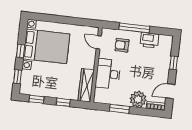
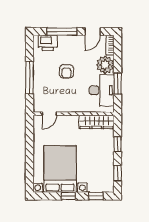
printer: (149, 40) -> (48, 43), moved, turned 90
armchair: (122, 45) -> (66, 71), moved
window: (174, 63) -> (62, 31), width x2.17
desk: (108, 74) -> (102, 90), moved, turned -90
door: (170, 91) -> (93, 31), hinge flipped

